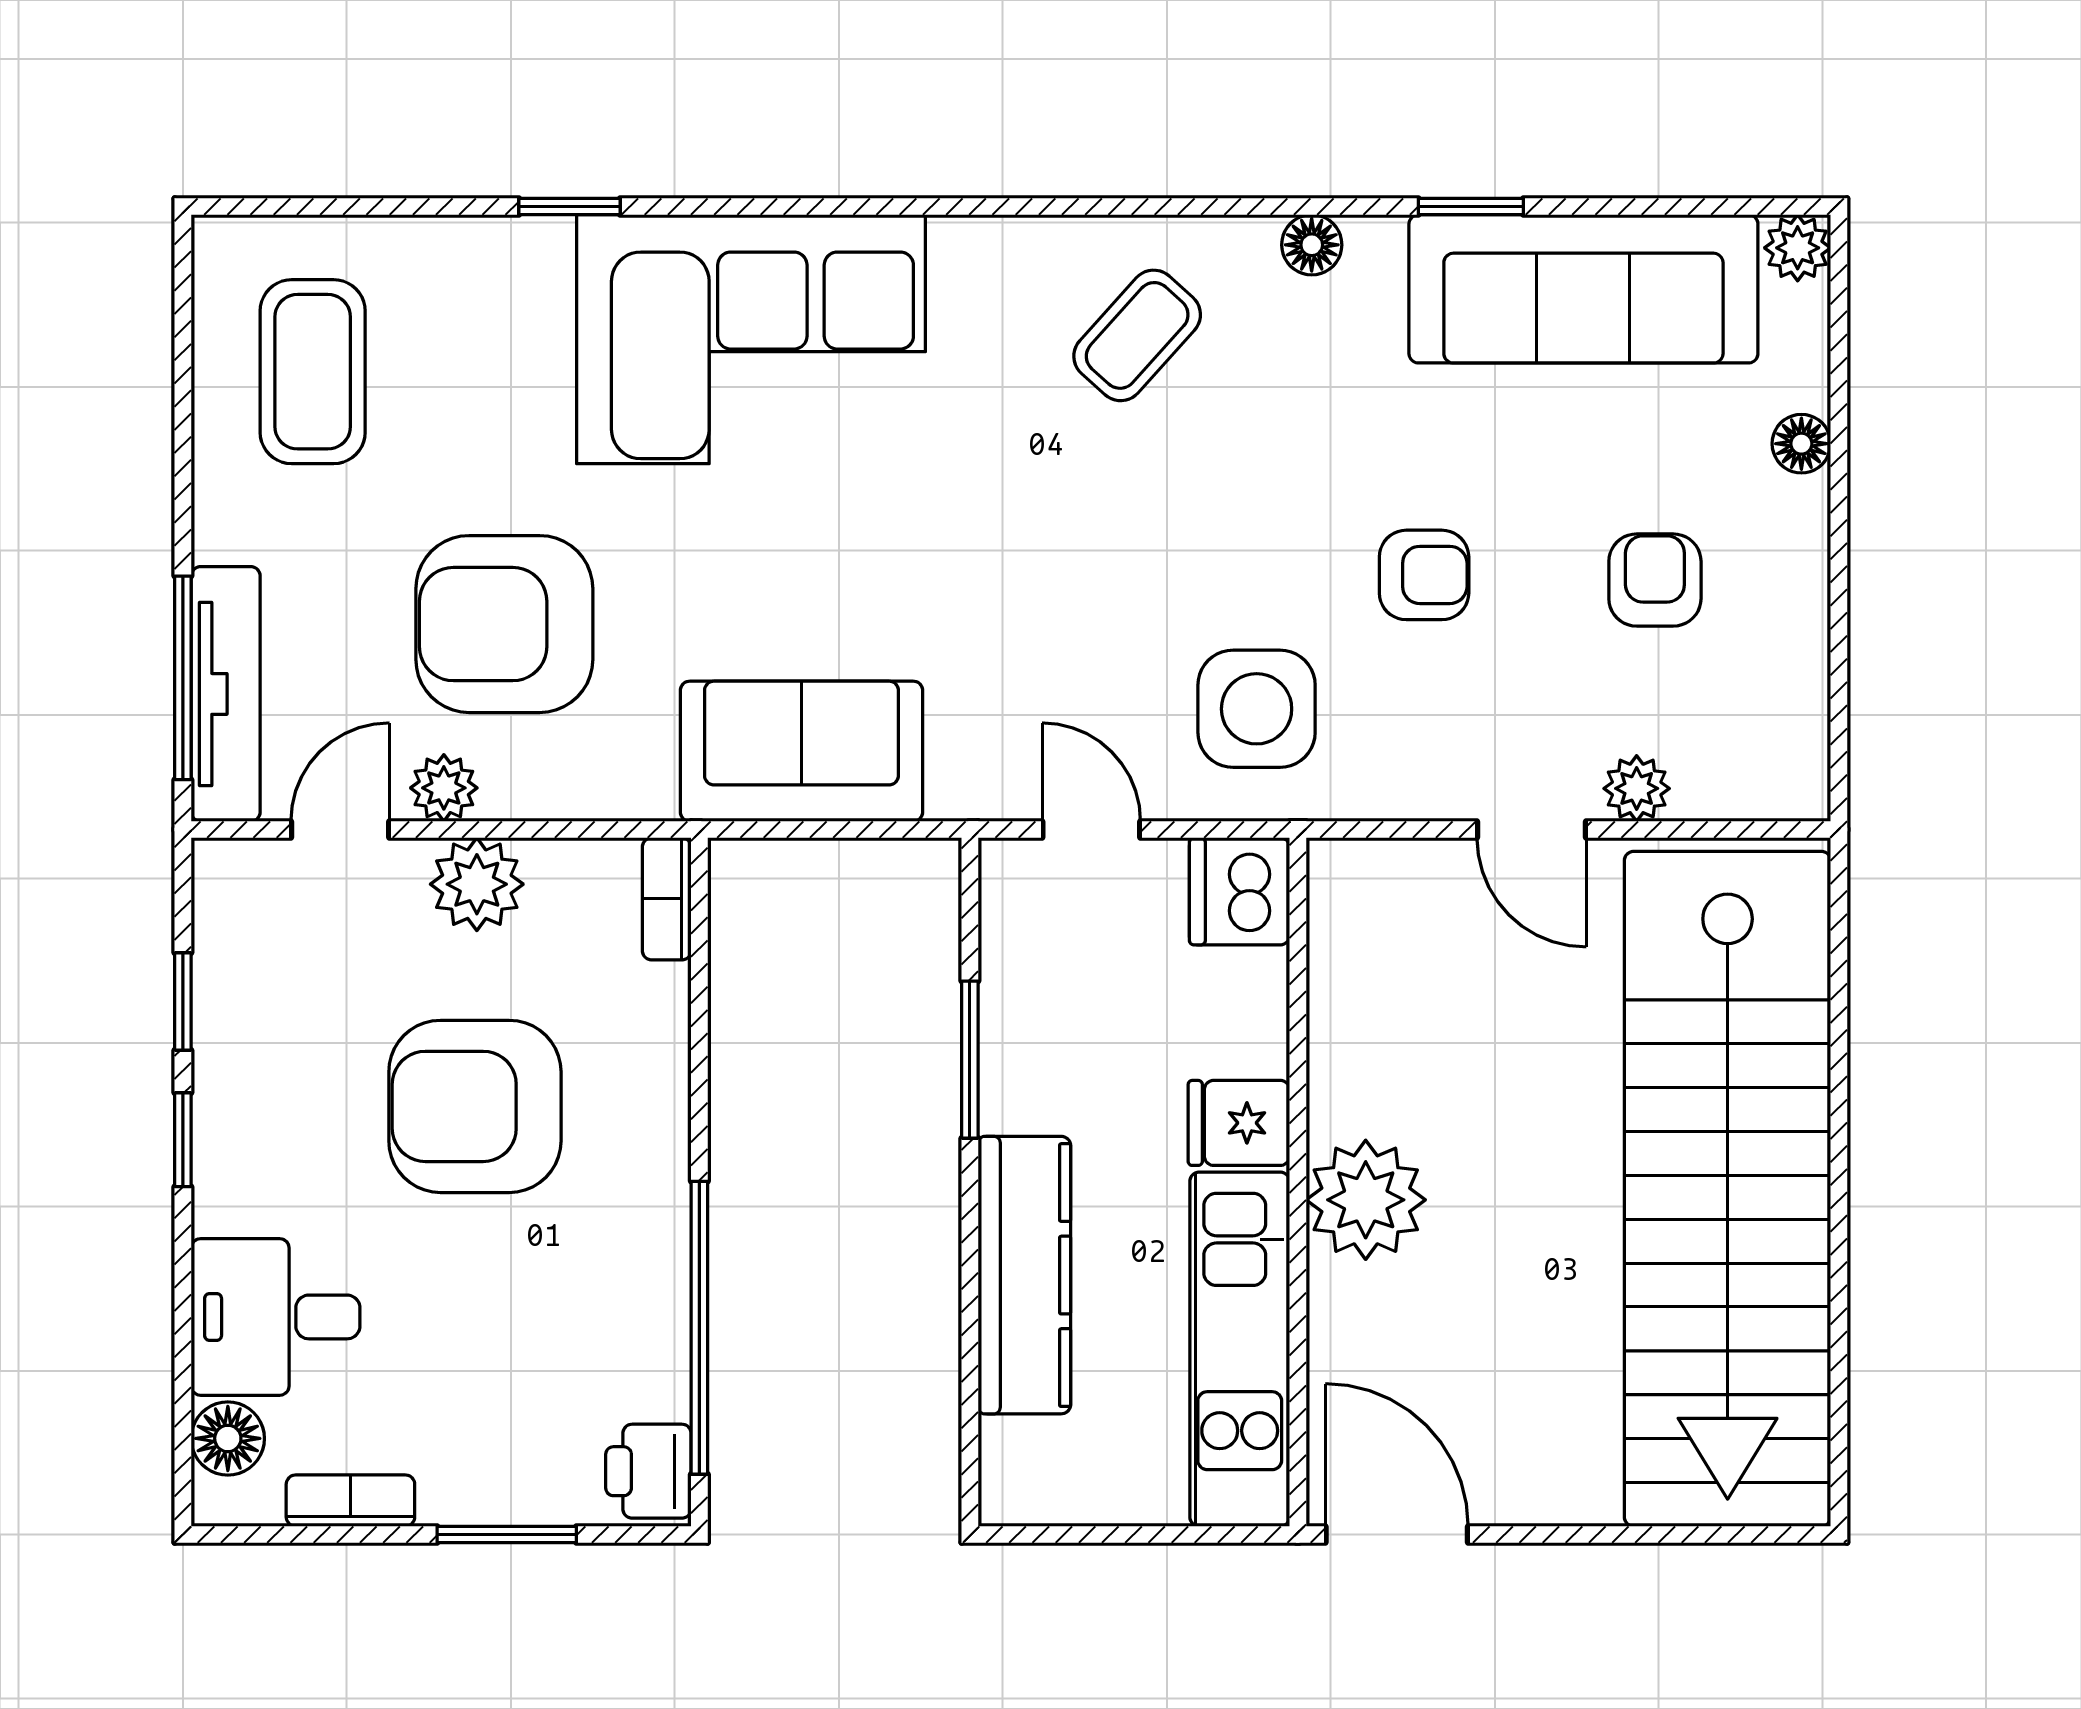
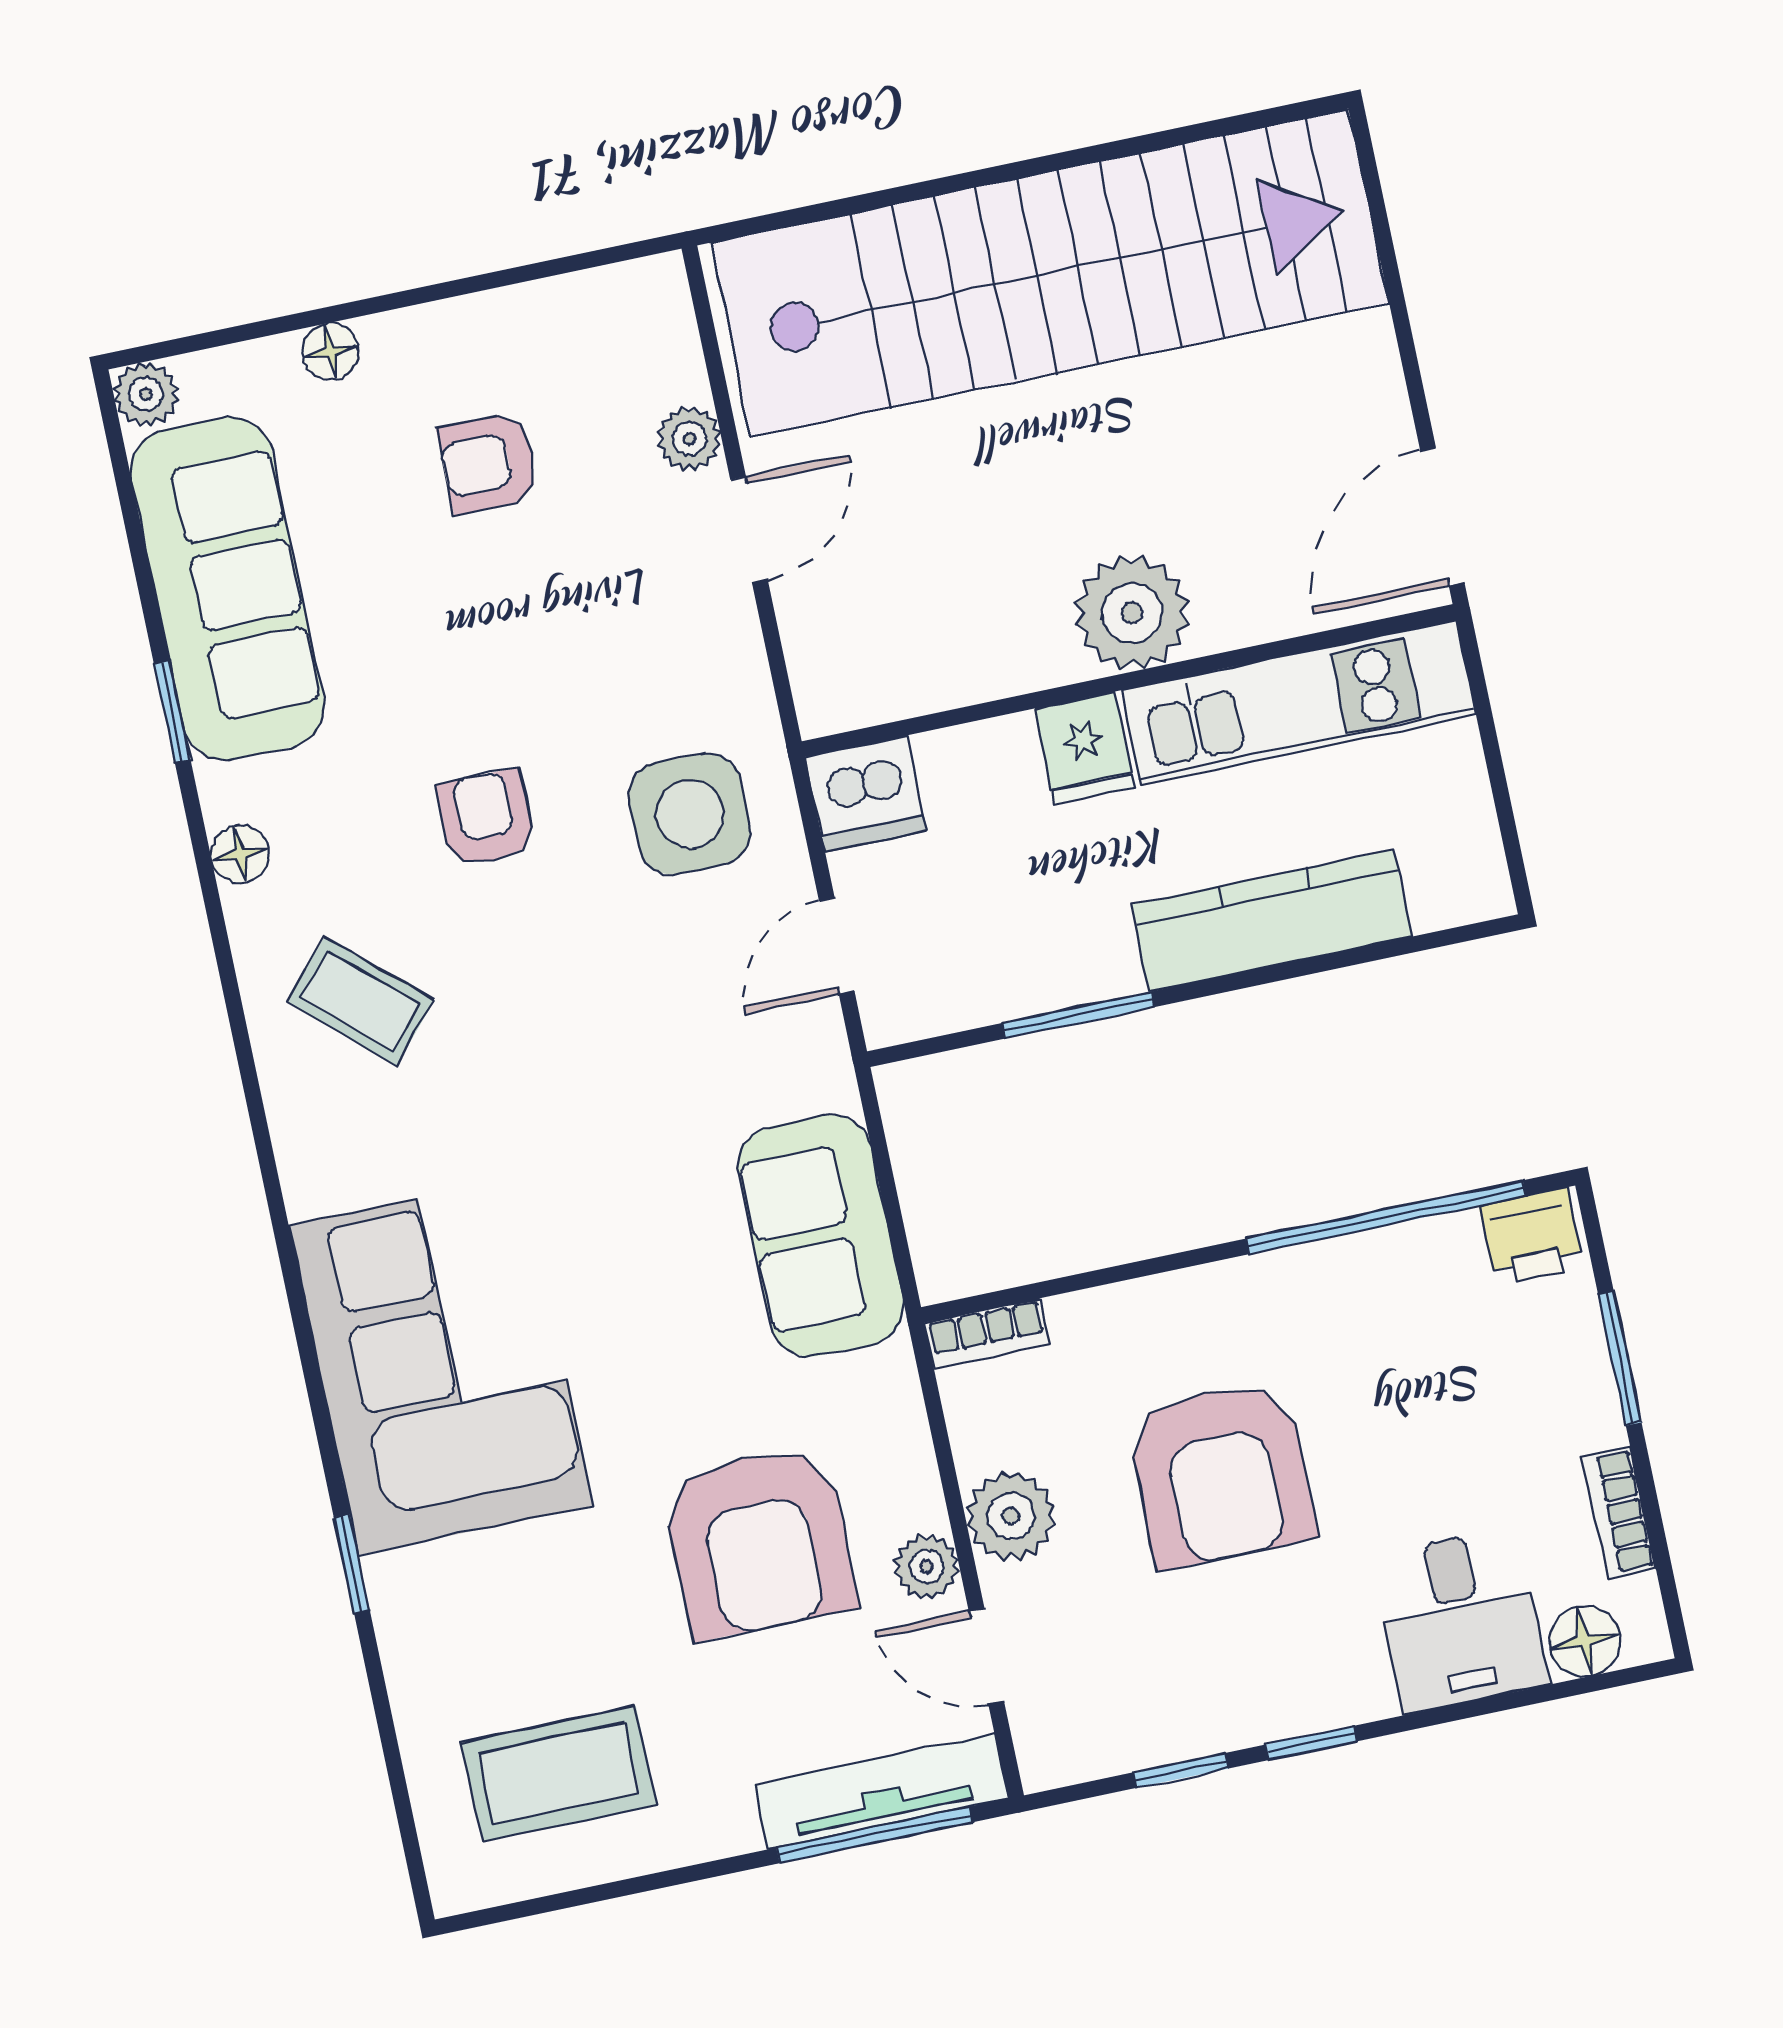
armchair: (1424, 575) -> (486, 818), moved

